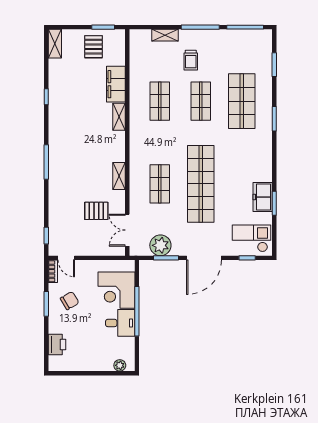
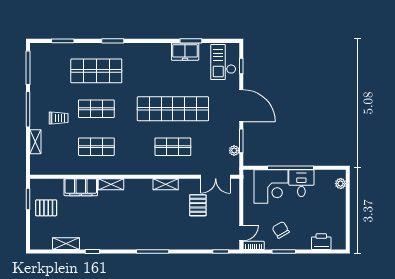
shelving: (55, 44) -> (66, 244), moved
plant: (160, 245) -> (234, 150), width x0.53, depth x0.53

